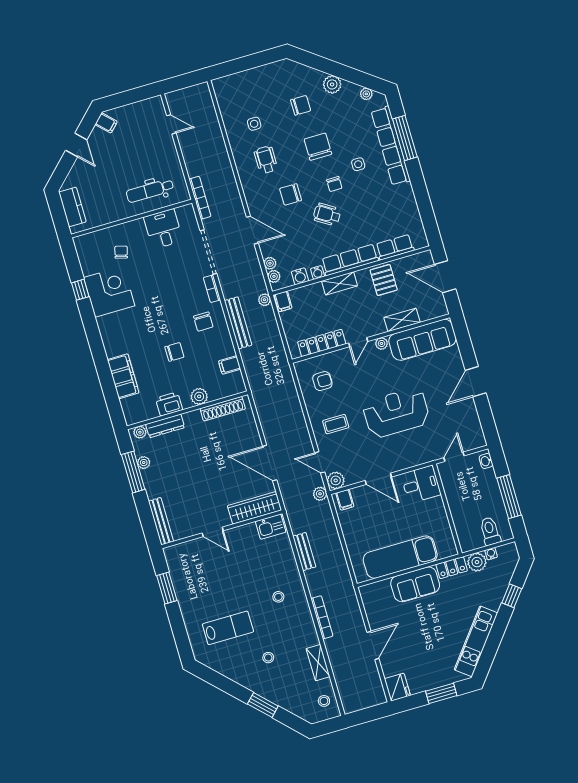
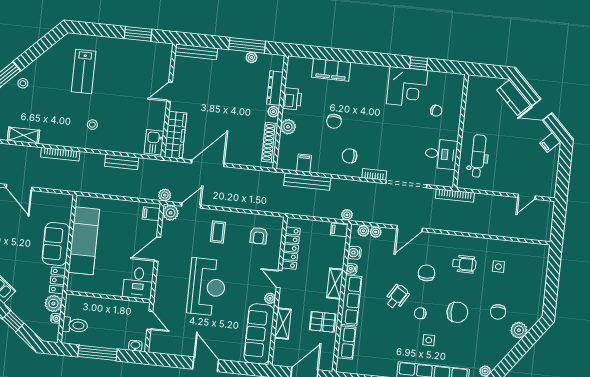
plant: (332, 84) -> (519, 330), moved
kitchen counter: (72, 207) -> (514, 98), moved, turned 45
bench: (238, 323) -> (307, 182), moved
plant: (140, 432) -> (273, 112), moved
stool: (268, 658) -> (23, 83), moved

